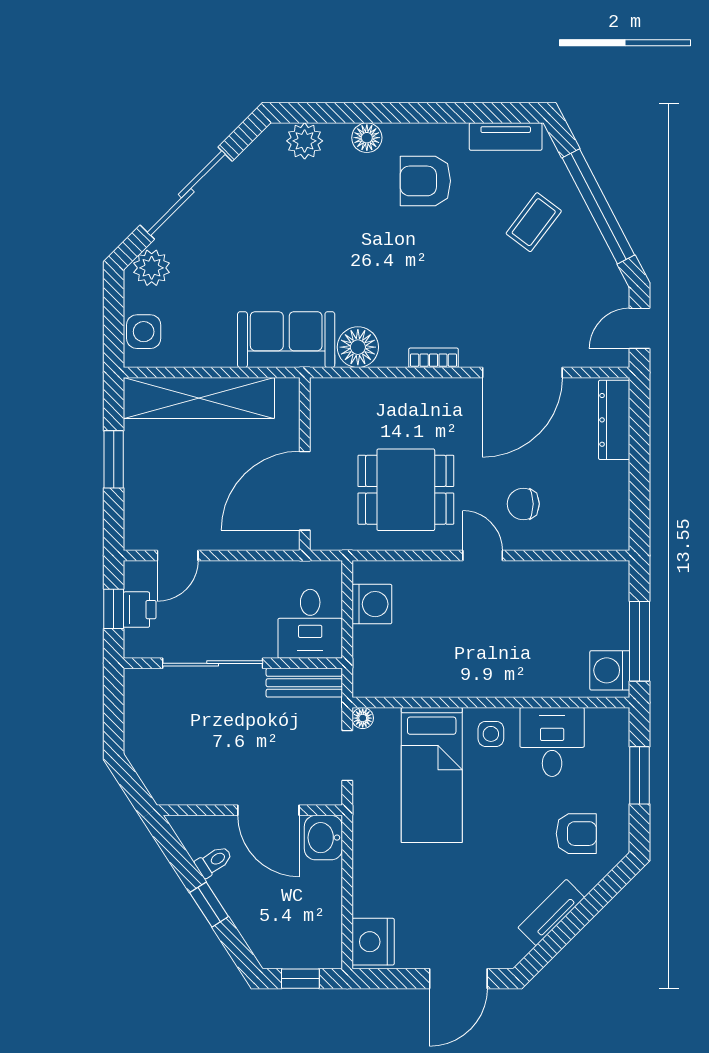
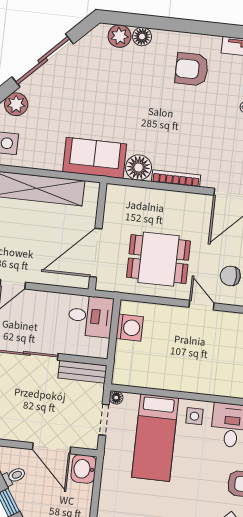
floor lamp: (367, 138) -> (142, 37), moved
bookcase: (434, 358) -> (176, 178), width x1.56
desk: (310, 624) -> (91, 316), moved, turned -90

